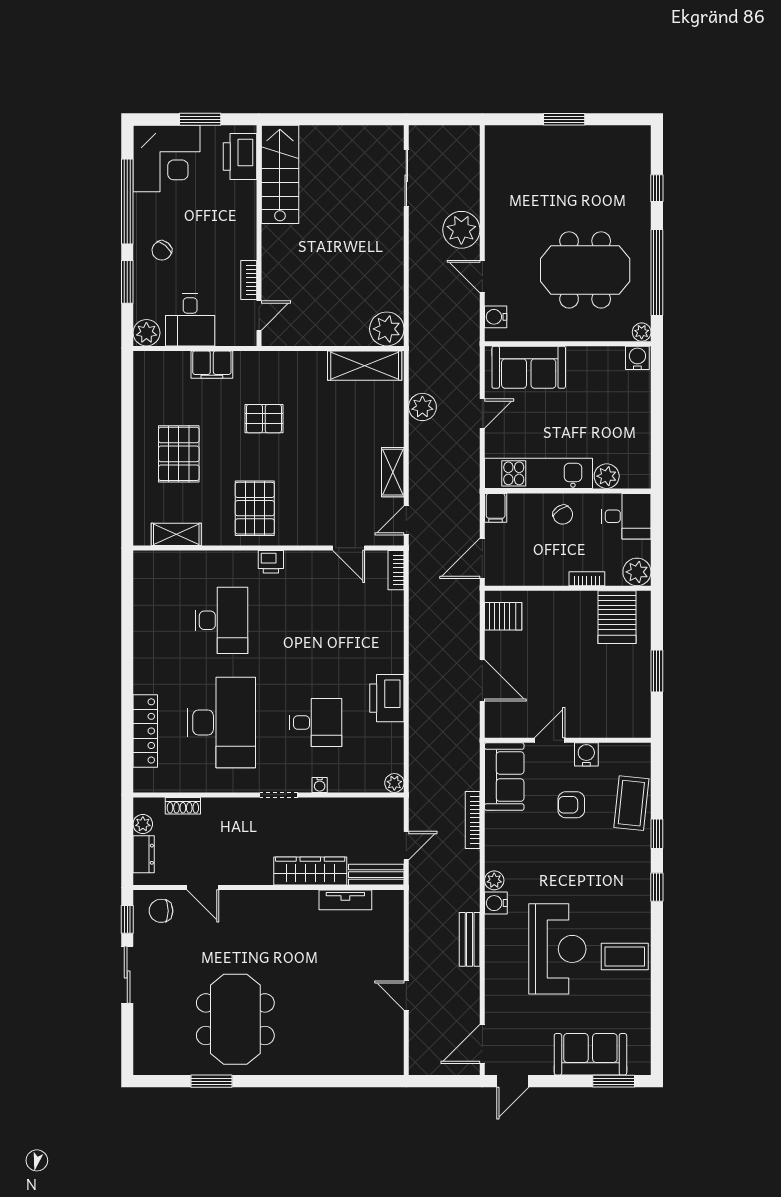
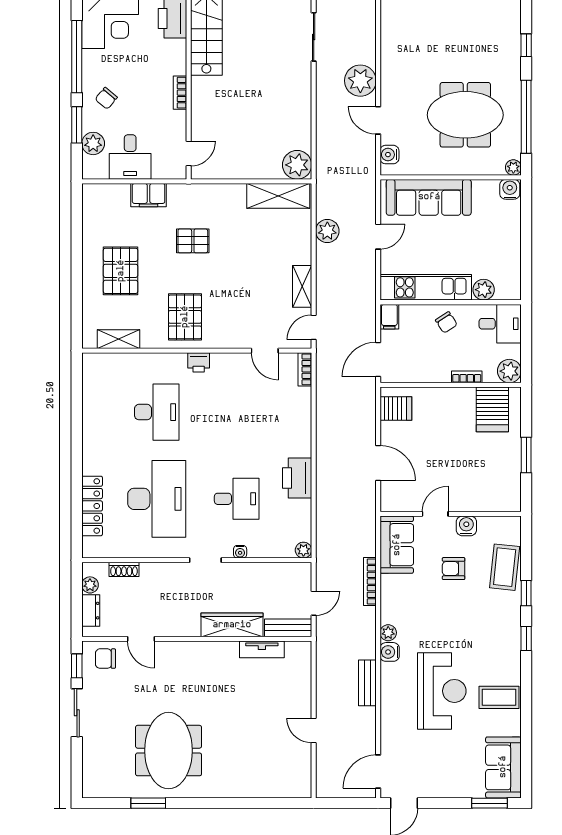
bookcase: (249, 280) -> (180, 93), moved
plant: (146, 333) -> (93, 143), moved
sofa: (529, 367) -> (429, 197), width x1.36
sofa: (590, 1054) -> (503, 767), moved, turned -90

